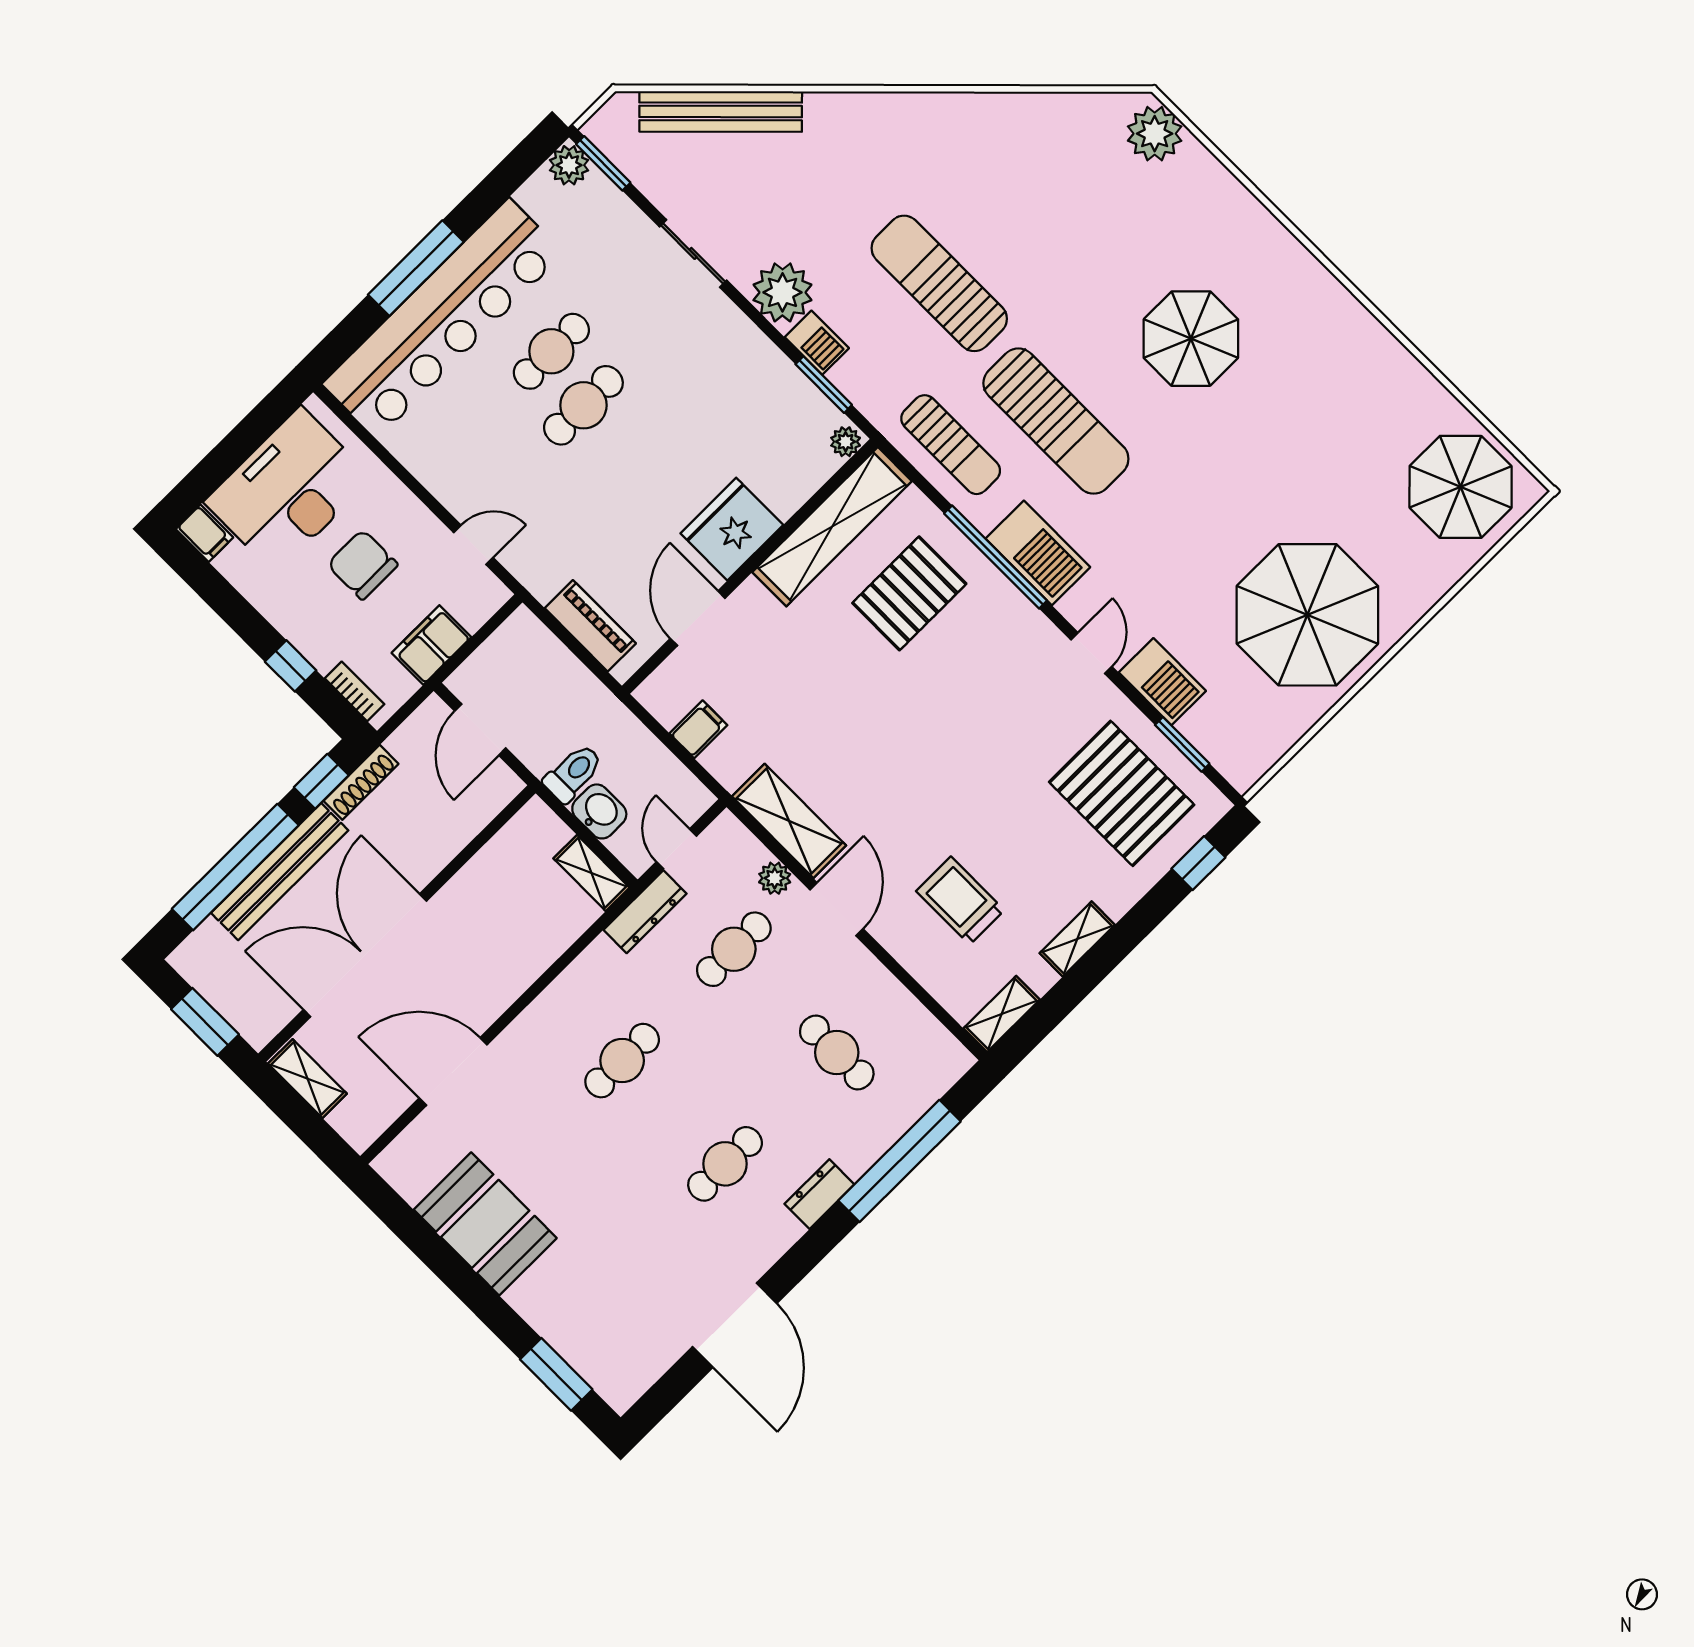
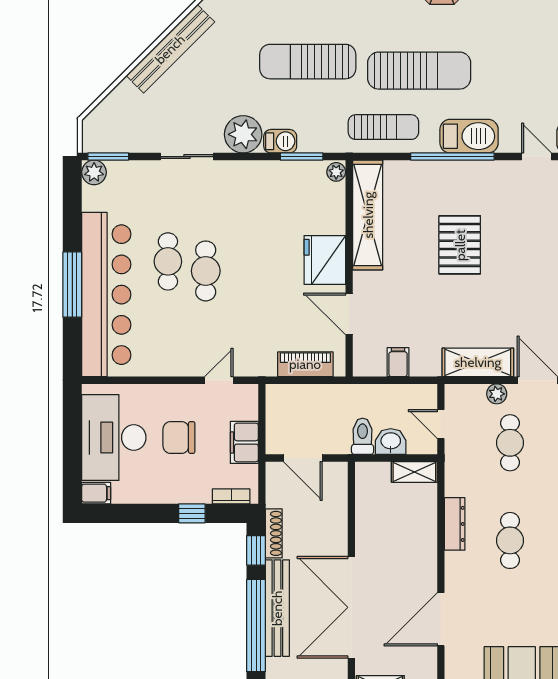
bench: (721, 111) -> (170, 49), moved
pallet: (909, 593) -> (460, 245), moved
dresser: (645, 912) -> (455, 524), moved

